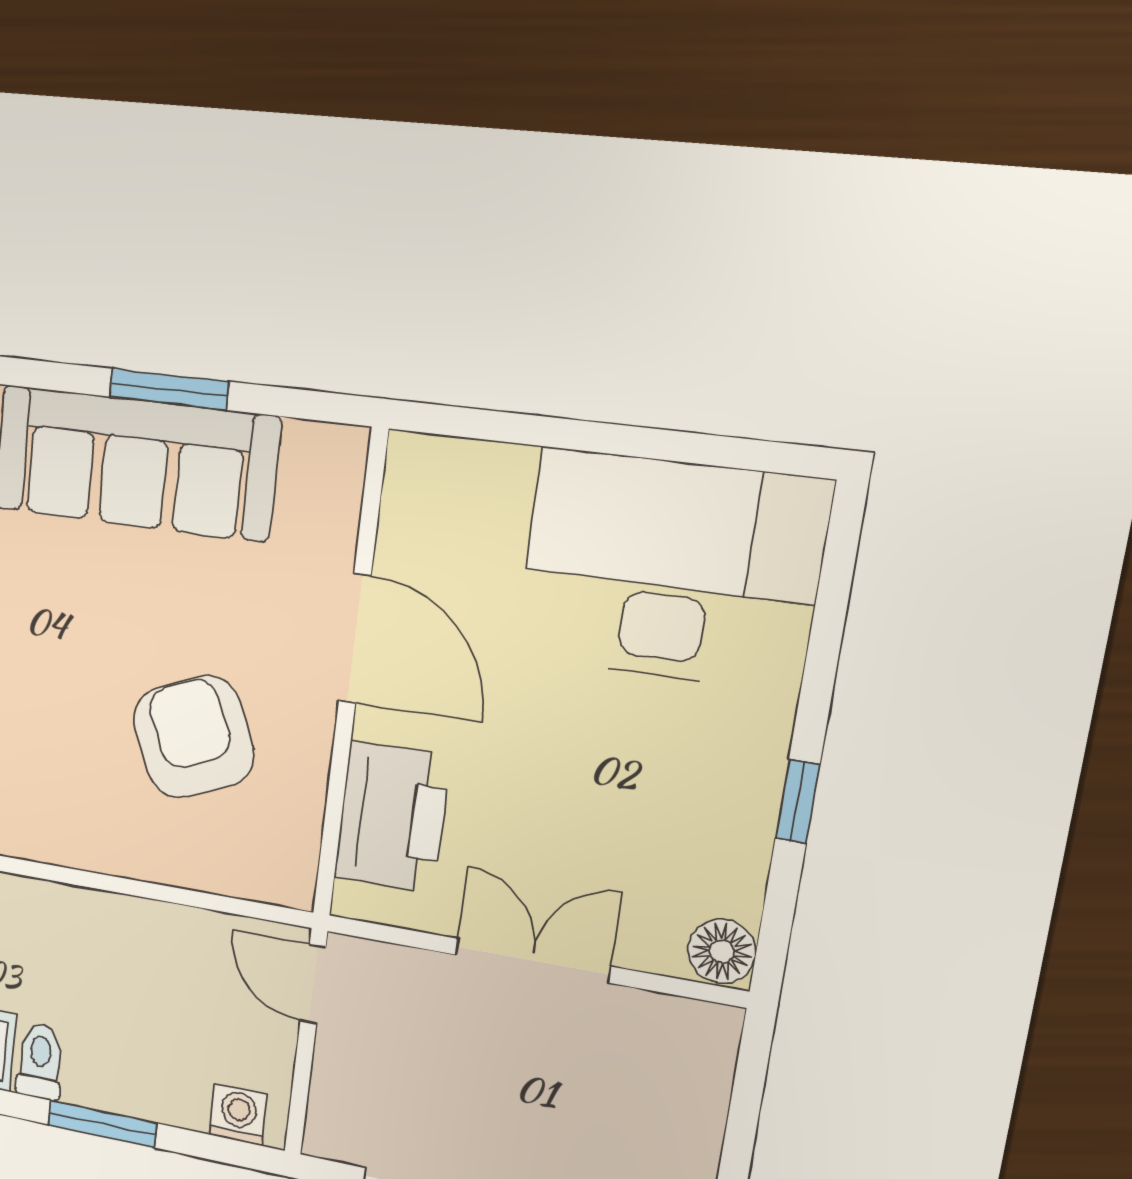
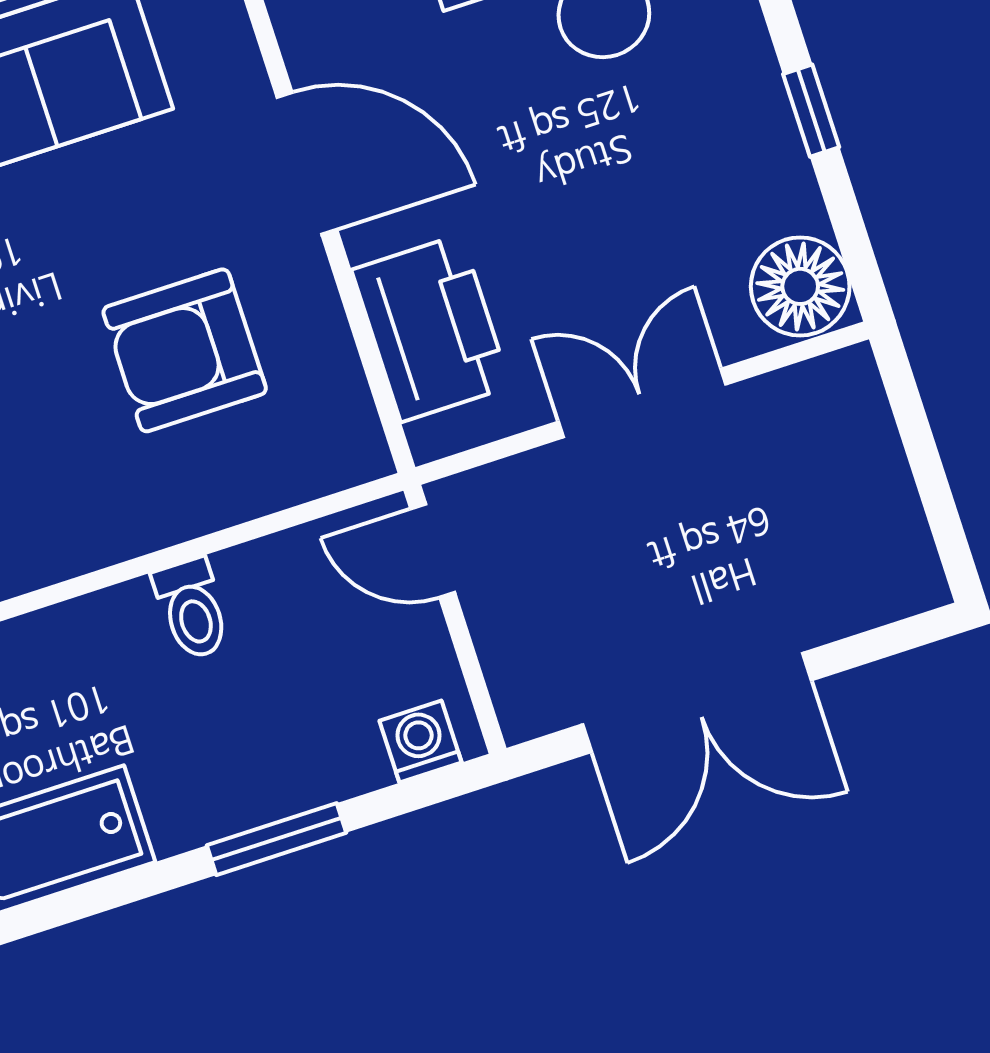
armchair: (193, 737) -> (185, 350), turned -67
floor lamp: (722, 951) -> (800, 286), width x1.38, depth x1.38
toilet: (40, 1062) -> (192, 609), moved, turned 180

